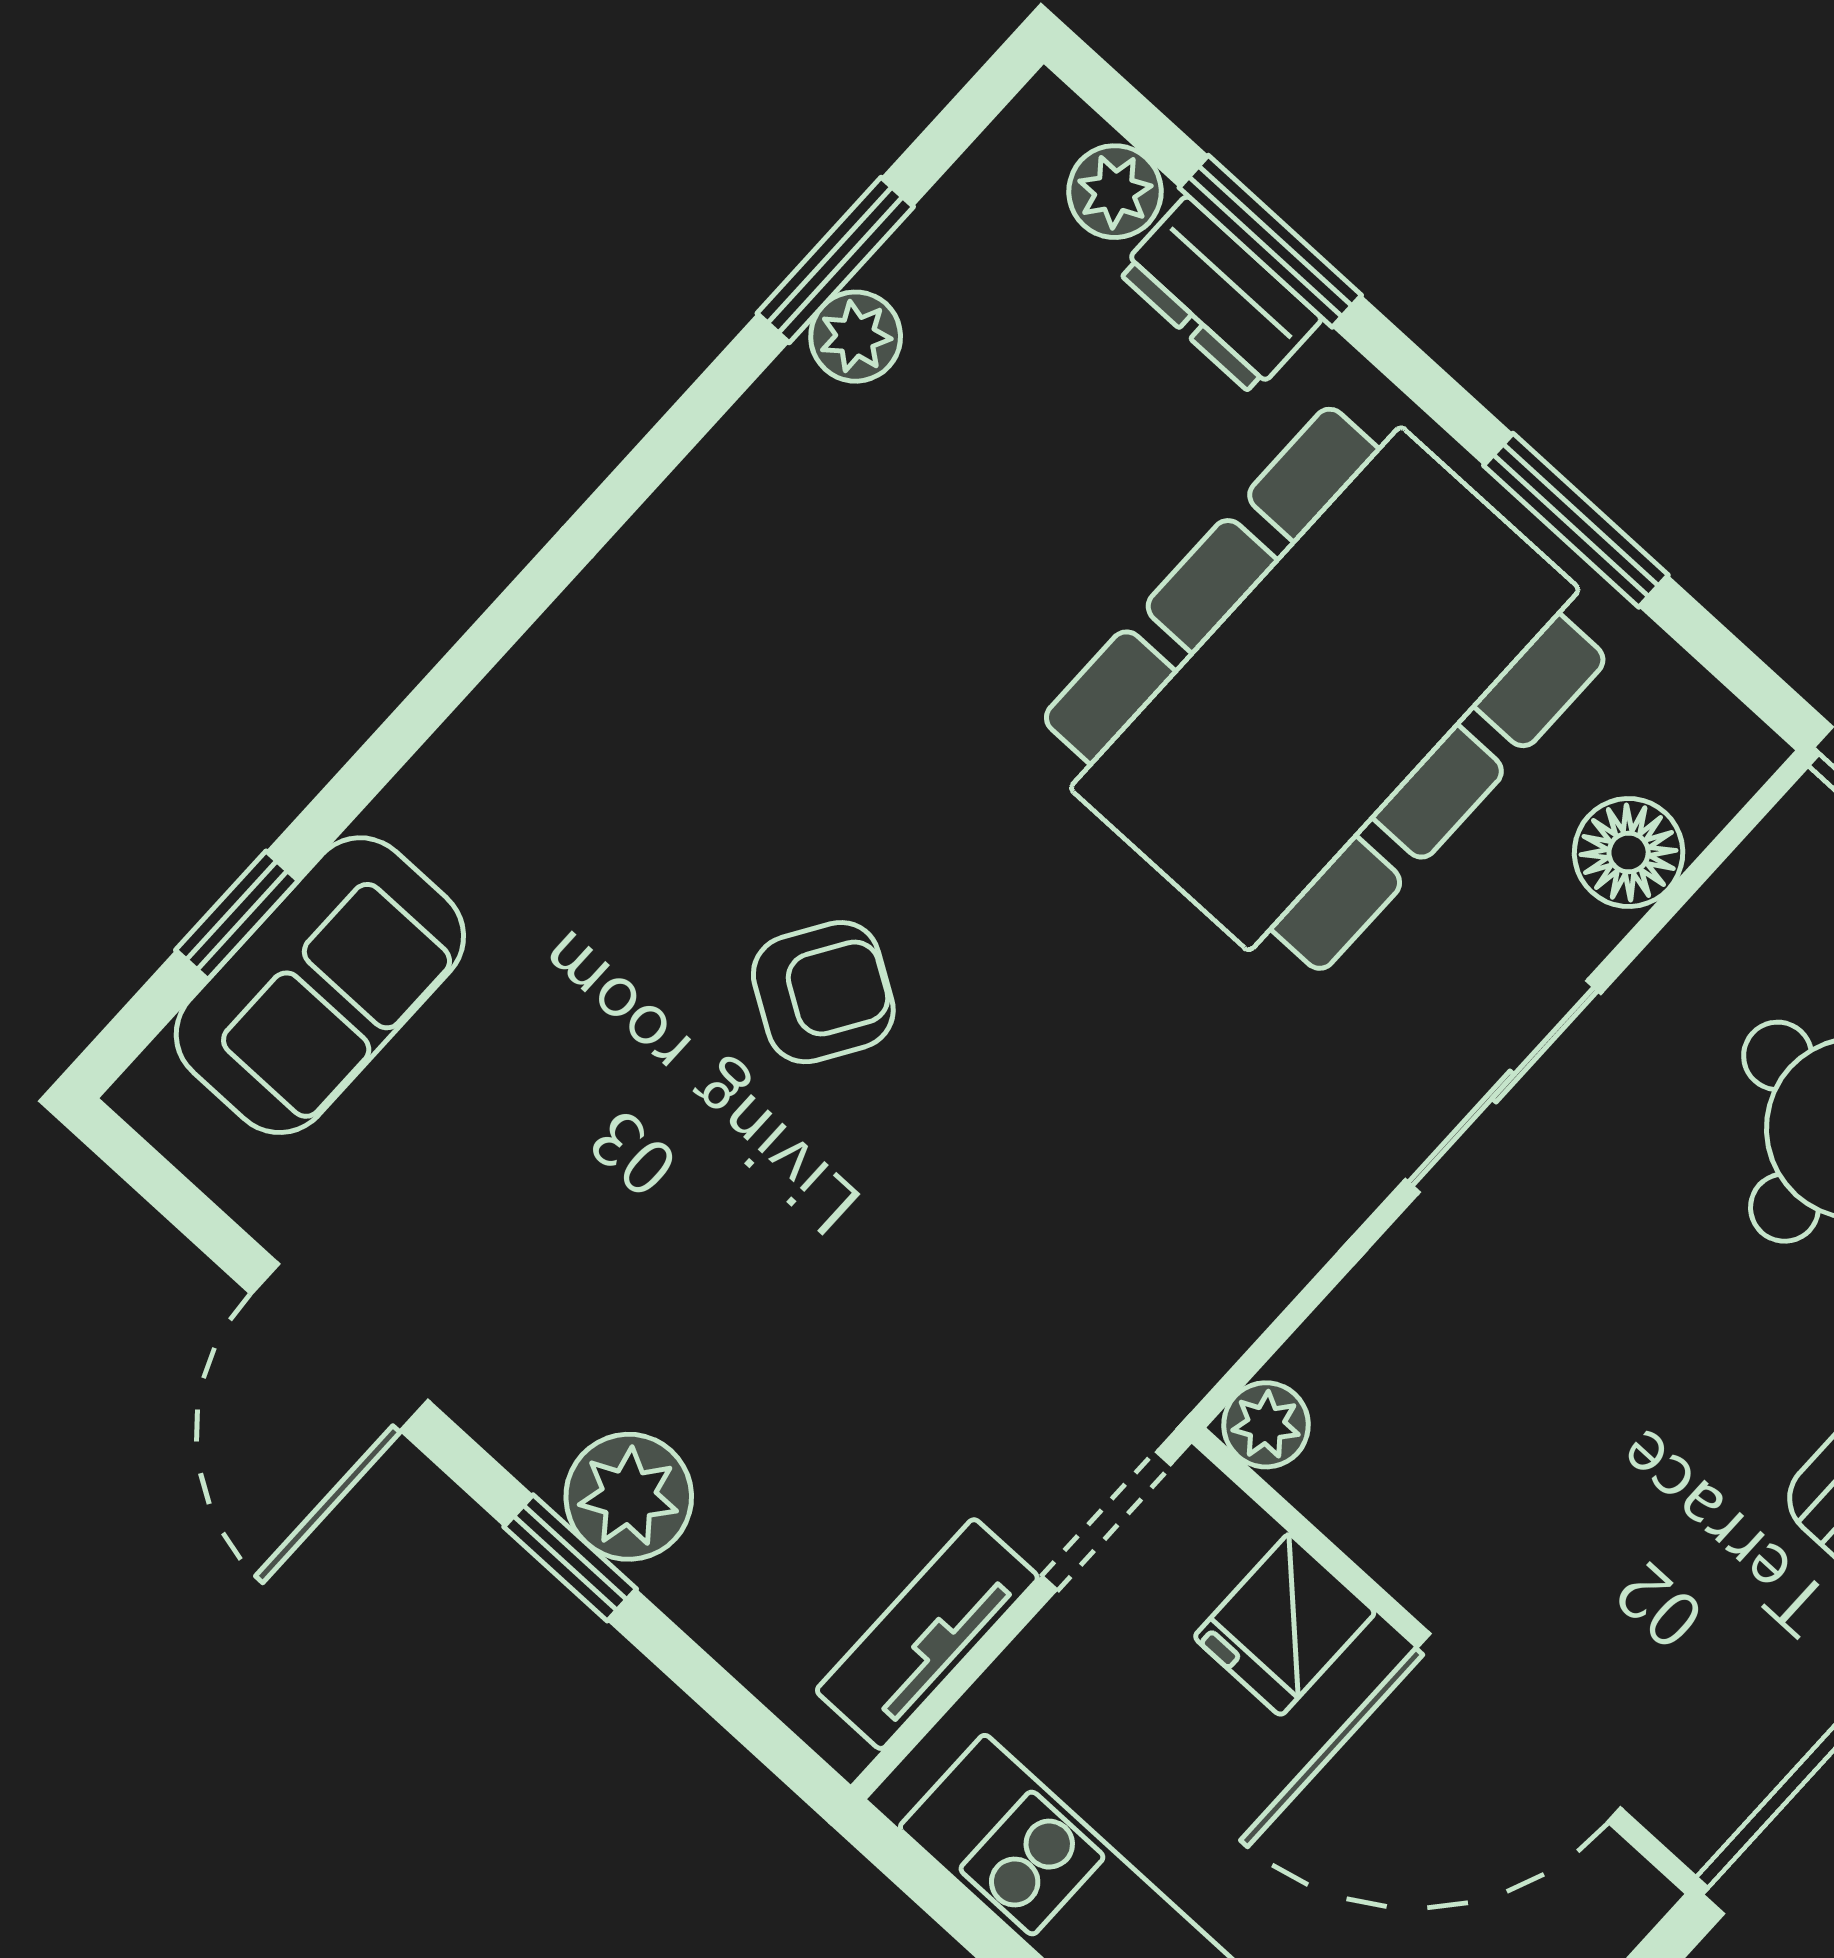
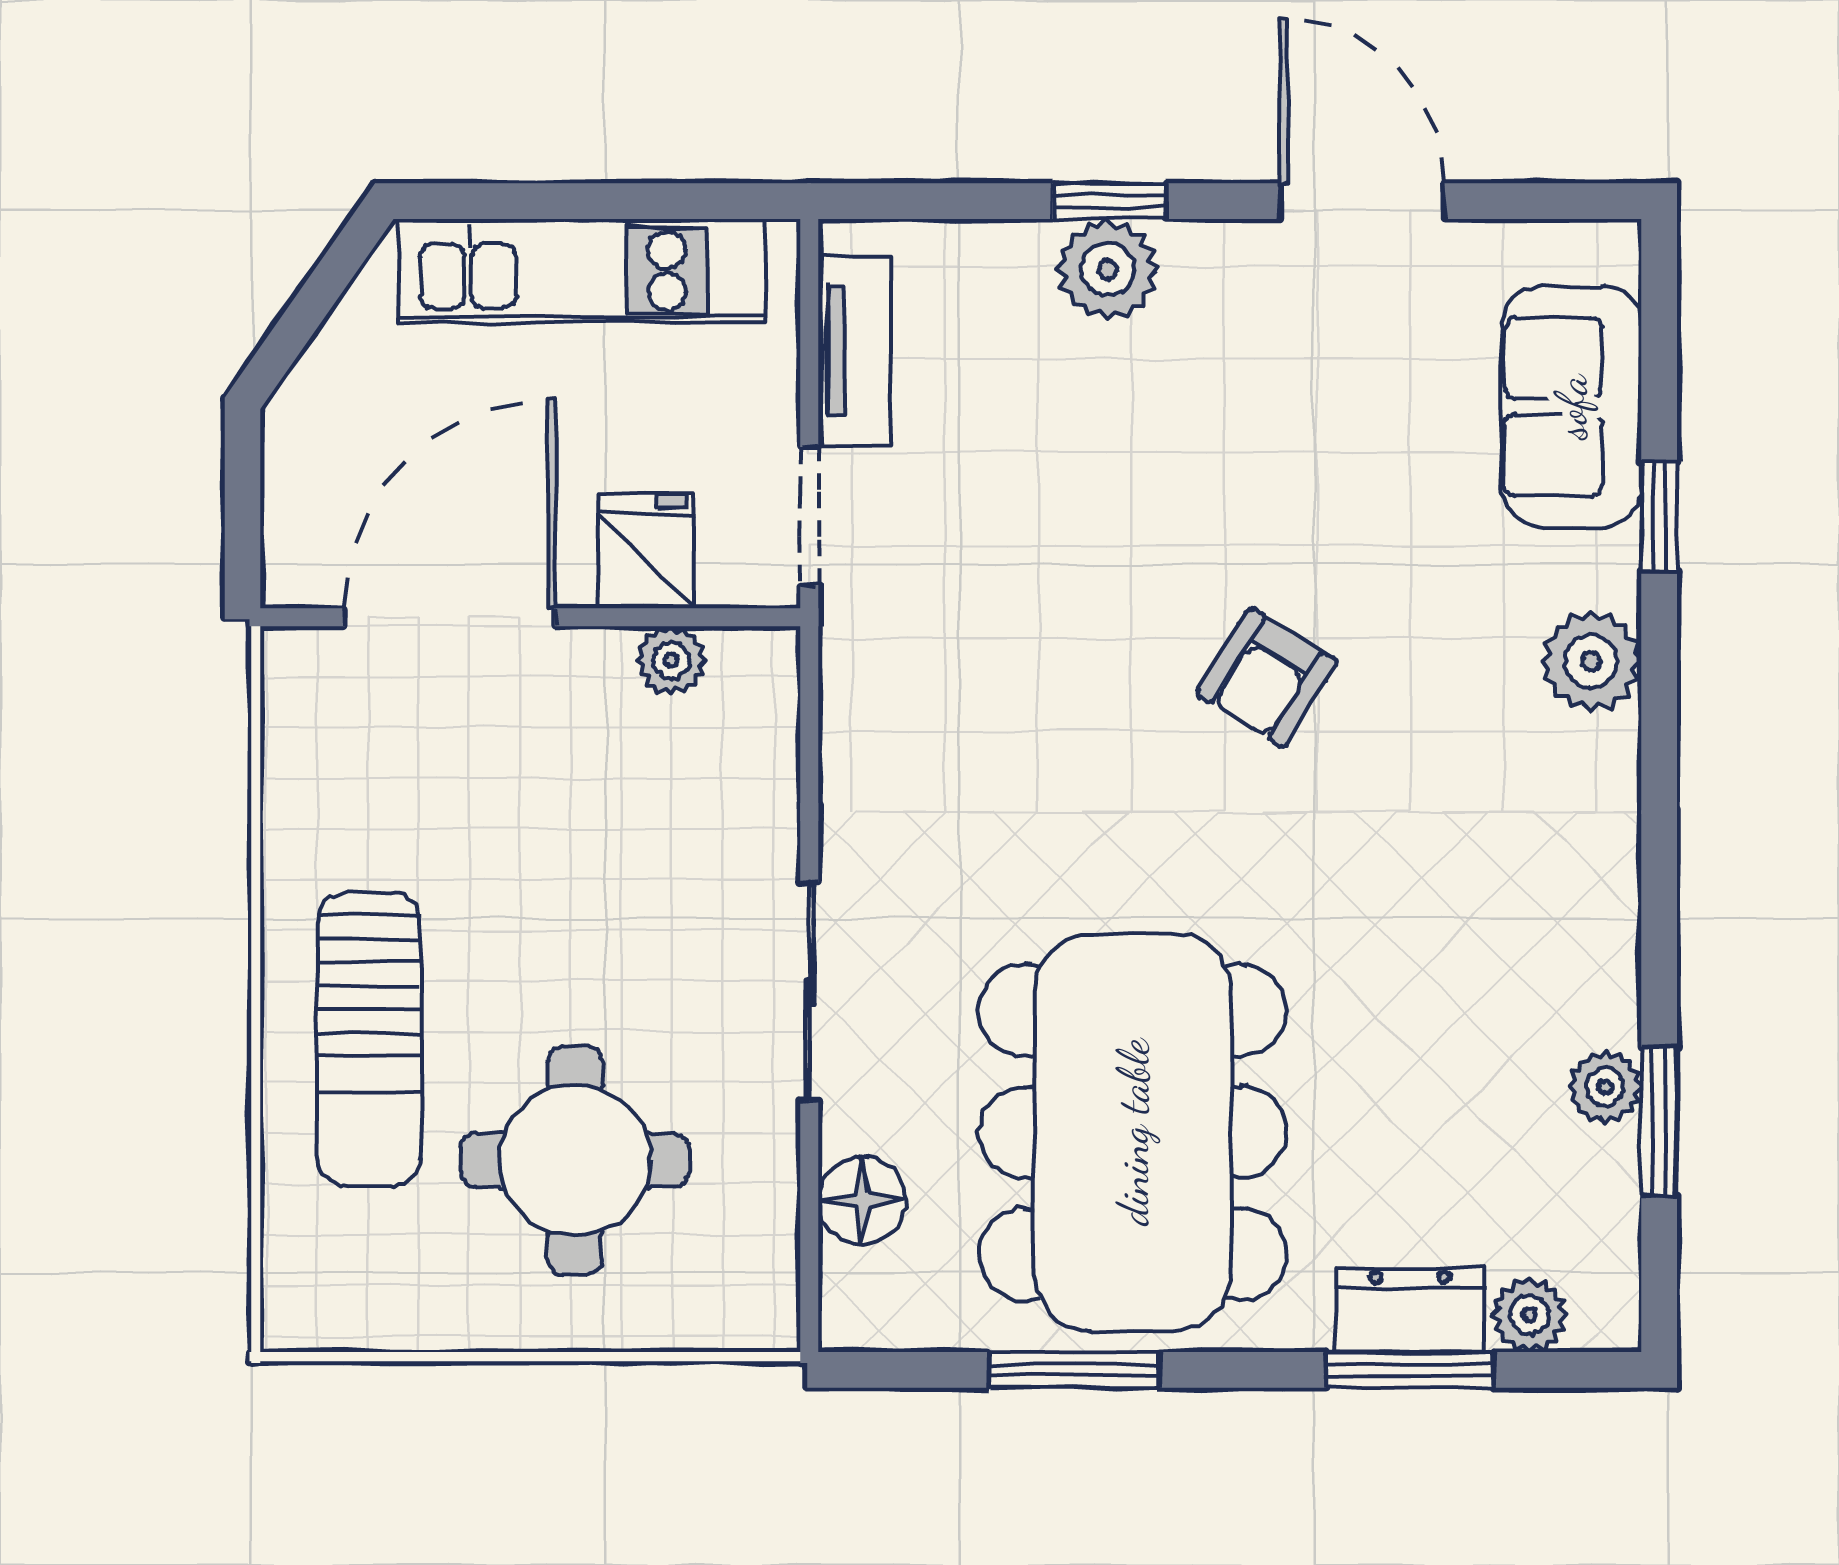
plant: (514, 737) -> (1591, 661), added
window: (237, 915) -> (1659, 516), moved
plant: (1266, 1425) -> (671, 660), moved

